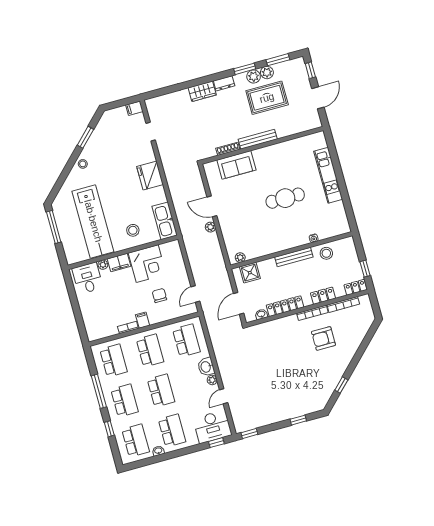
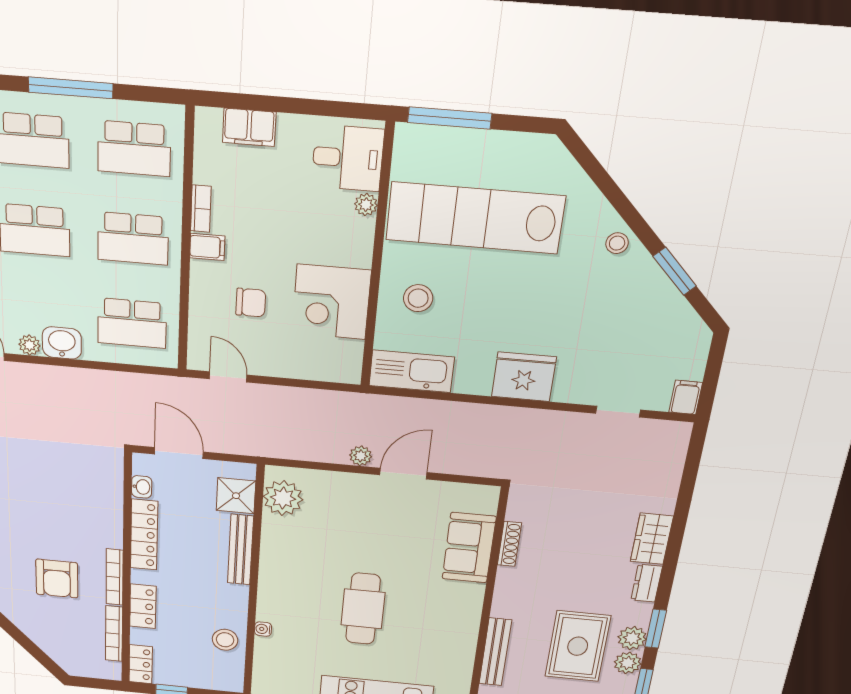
bench: (258, 139) -> (495, 652), moved
window: (54, 227) -> (450, 118), moved
bench: (294, 257) -> (240, 550), moved
plant: (240, 258) -> (283, 498), width x1.88, depth x1.88
filing cabinet: (119, 262) -> (249, 127), moved, turned -90
armchair: (323, 338) -> (57, 579), turned 180

